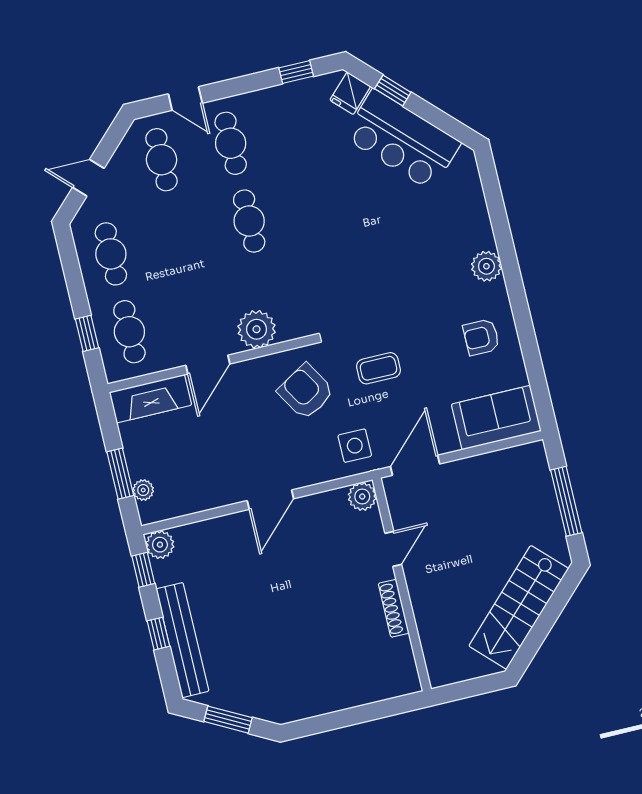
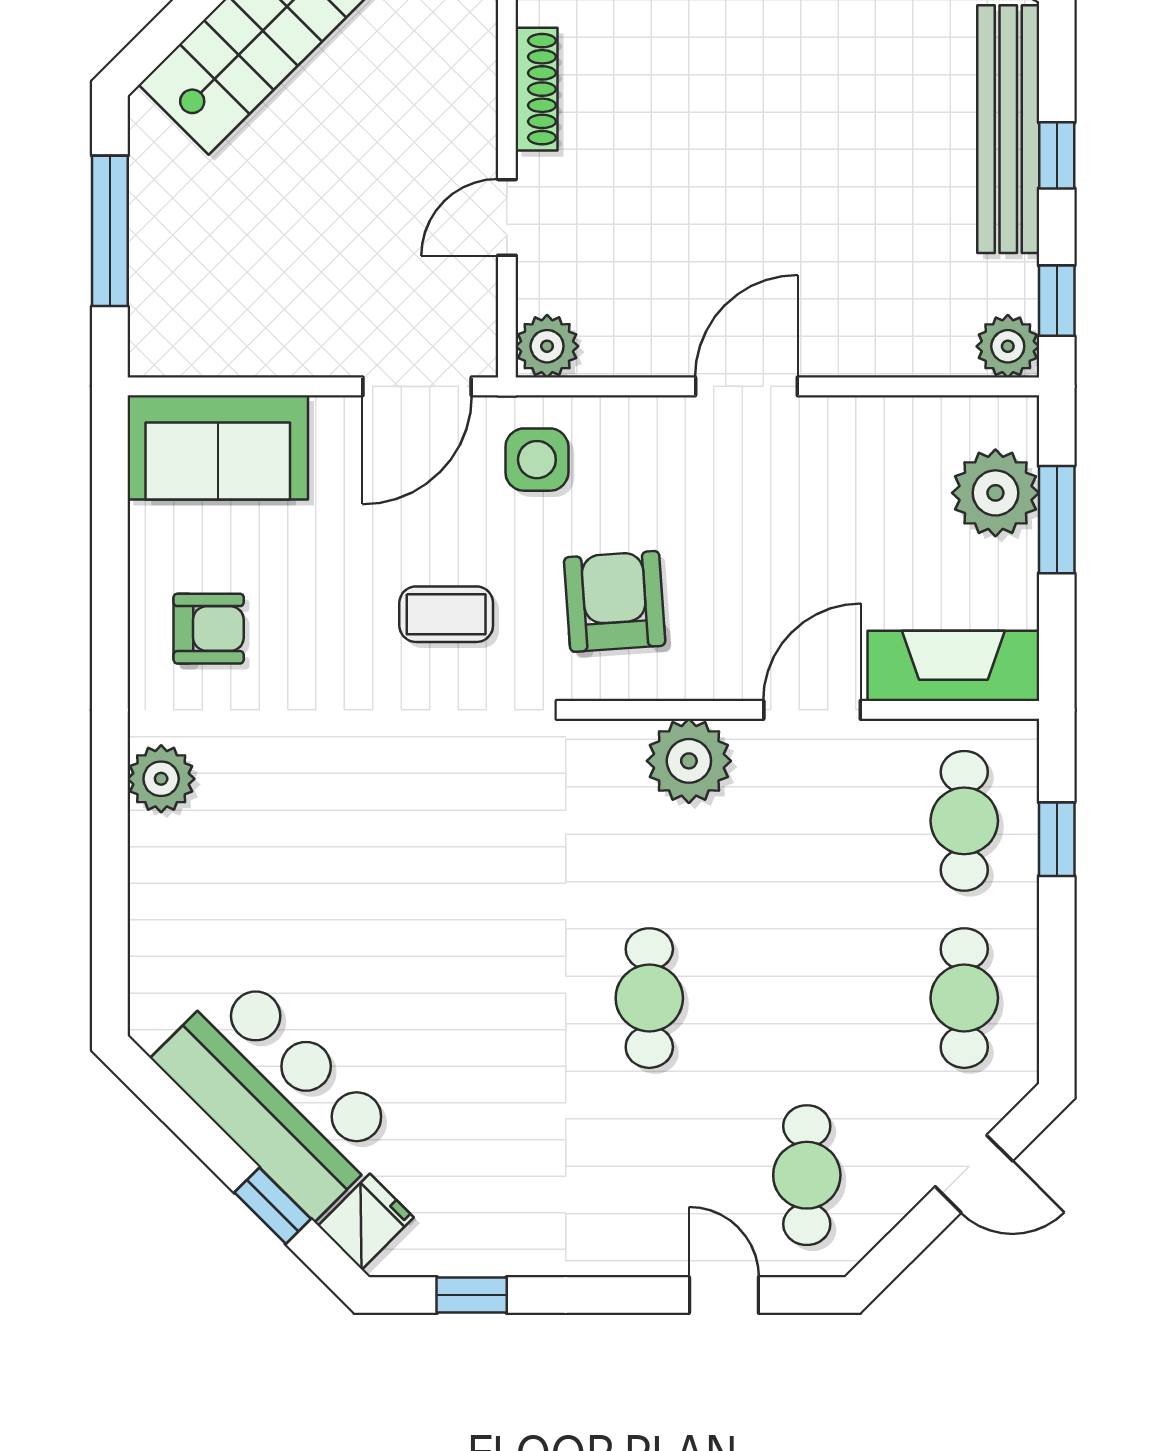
cafe table: (231, 143) -> (649, 1175), removed
armchair: (306, 392) -> (615, 601), turned -153
plant: (143, 490) -> (995, 493), width x1.88, depth x1.88

